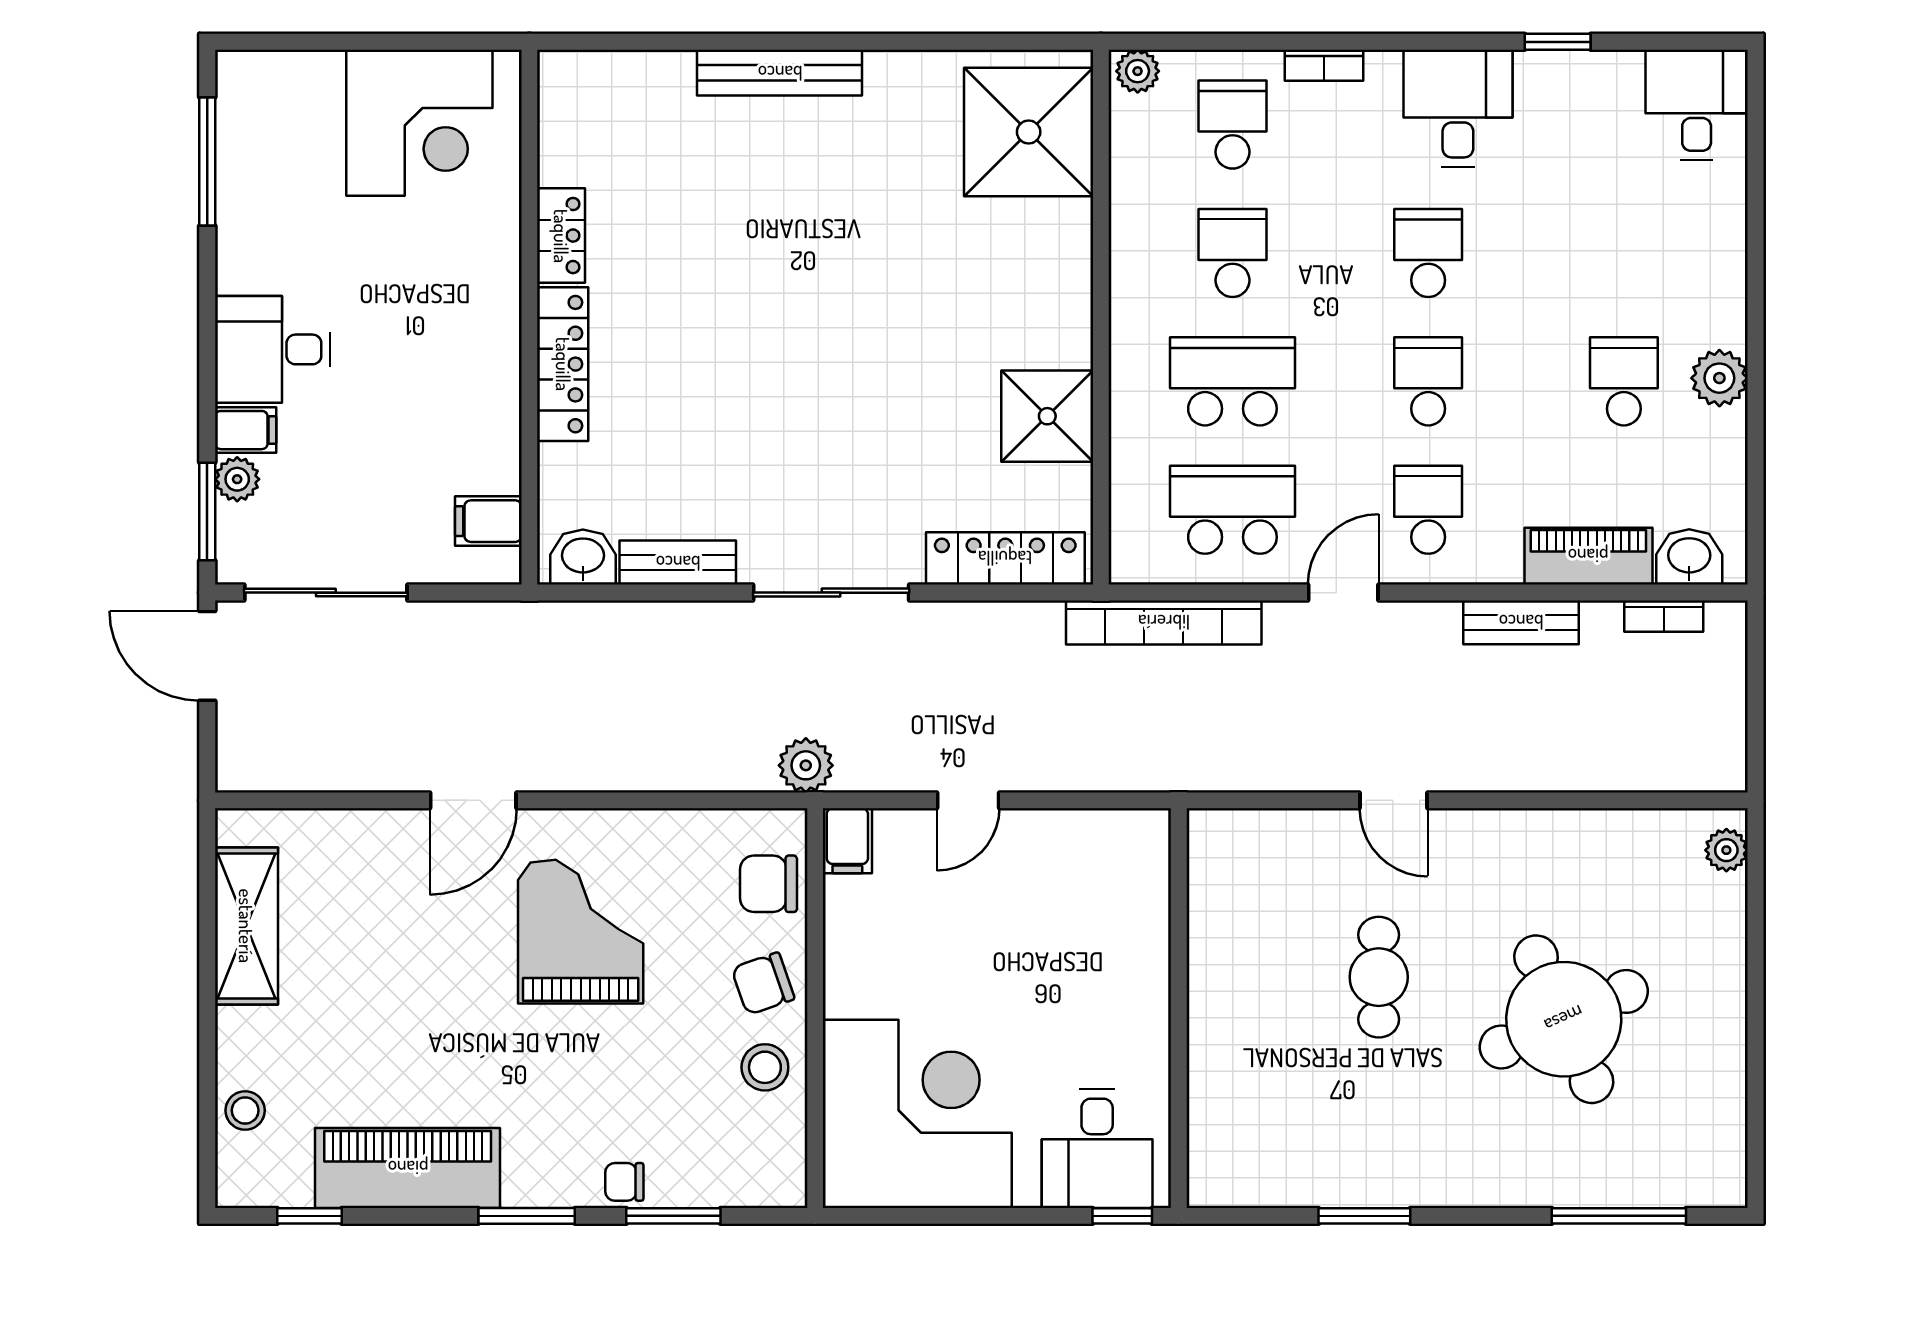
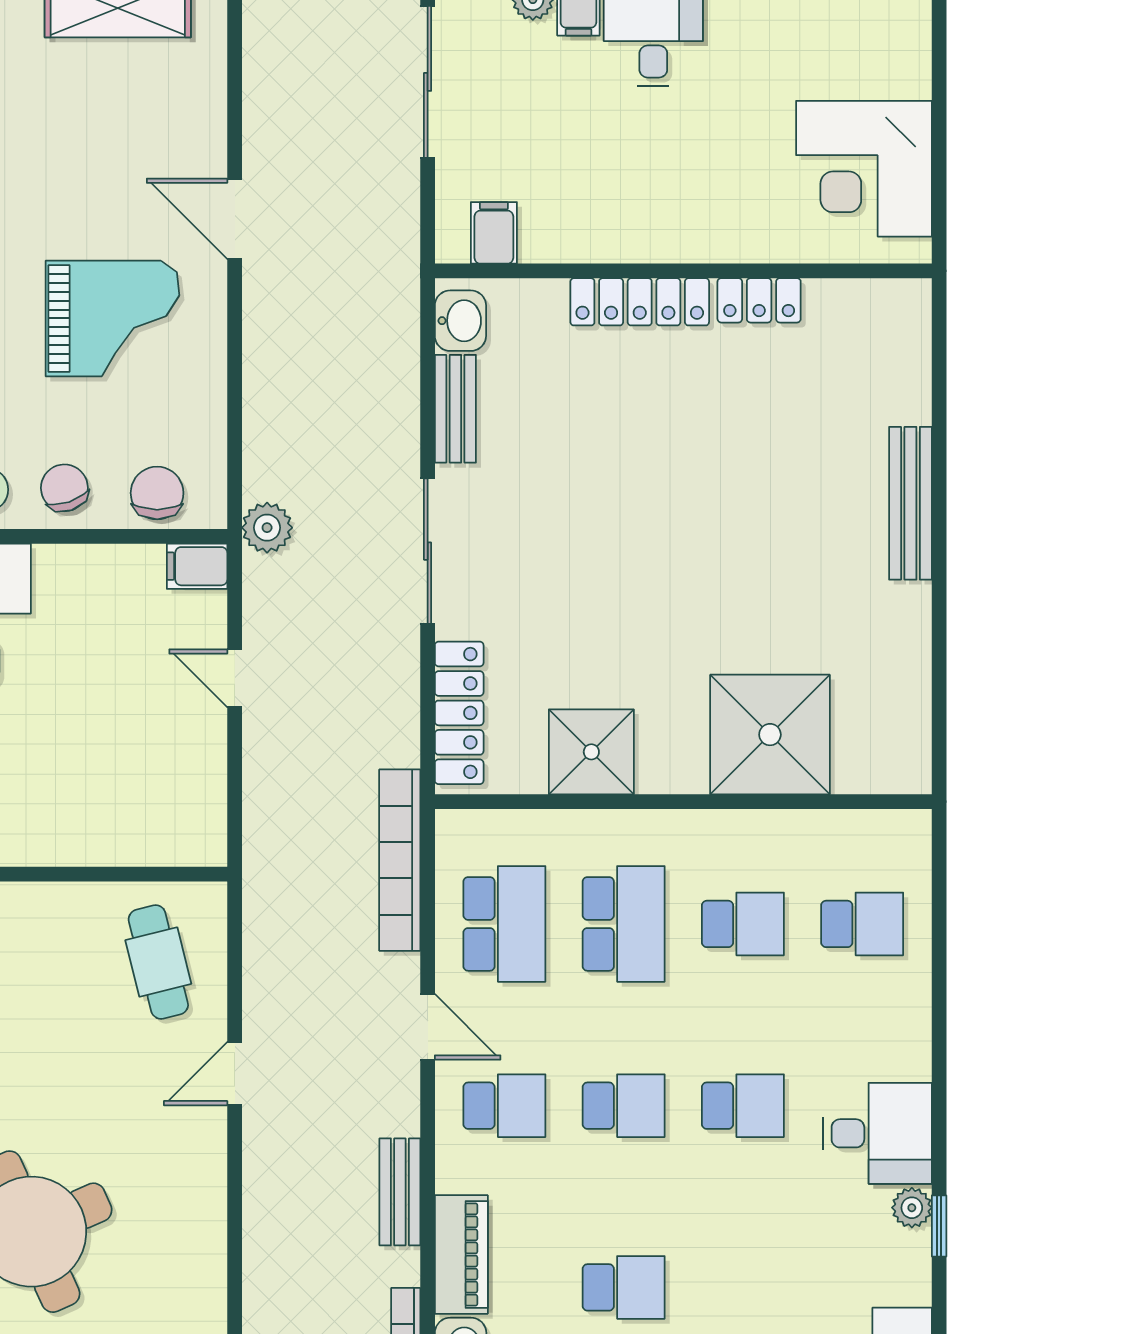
bookcase: (1324, 65) -> (917, 1009), removed
plant: (1138, 71) -> (912, 1208), moved
shower: (1029, 132) -> (770, 735), moved
cafe table: (1379, 977) -> (158, 962), moved, turned 76

